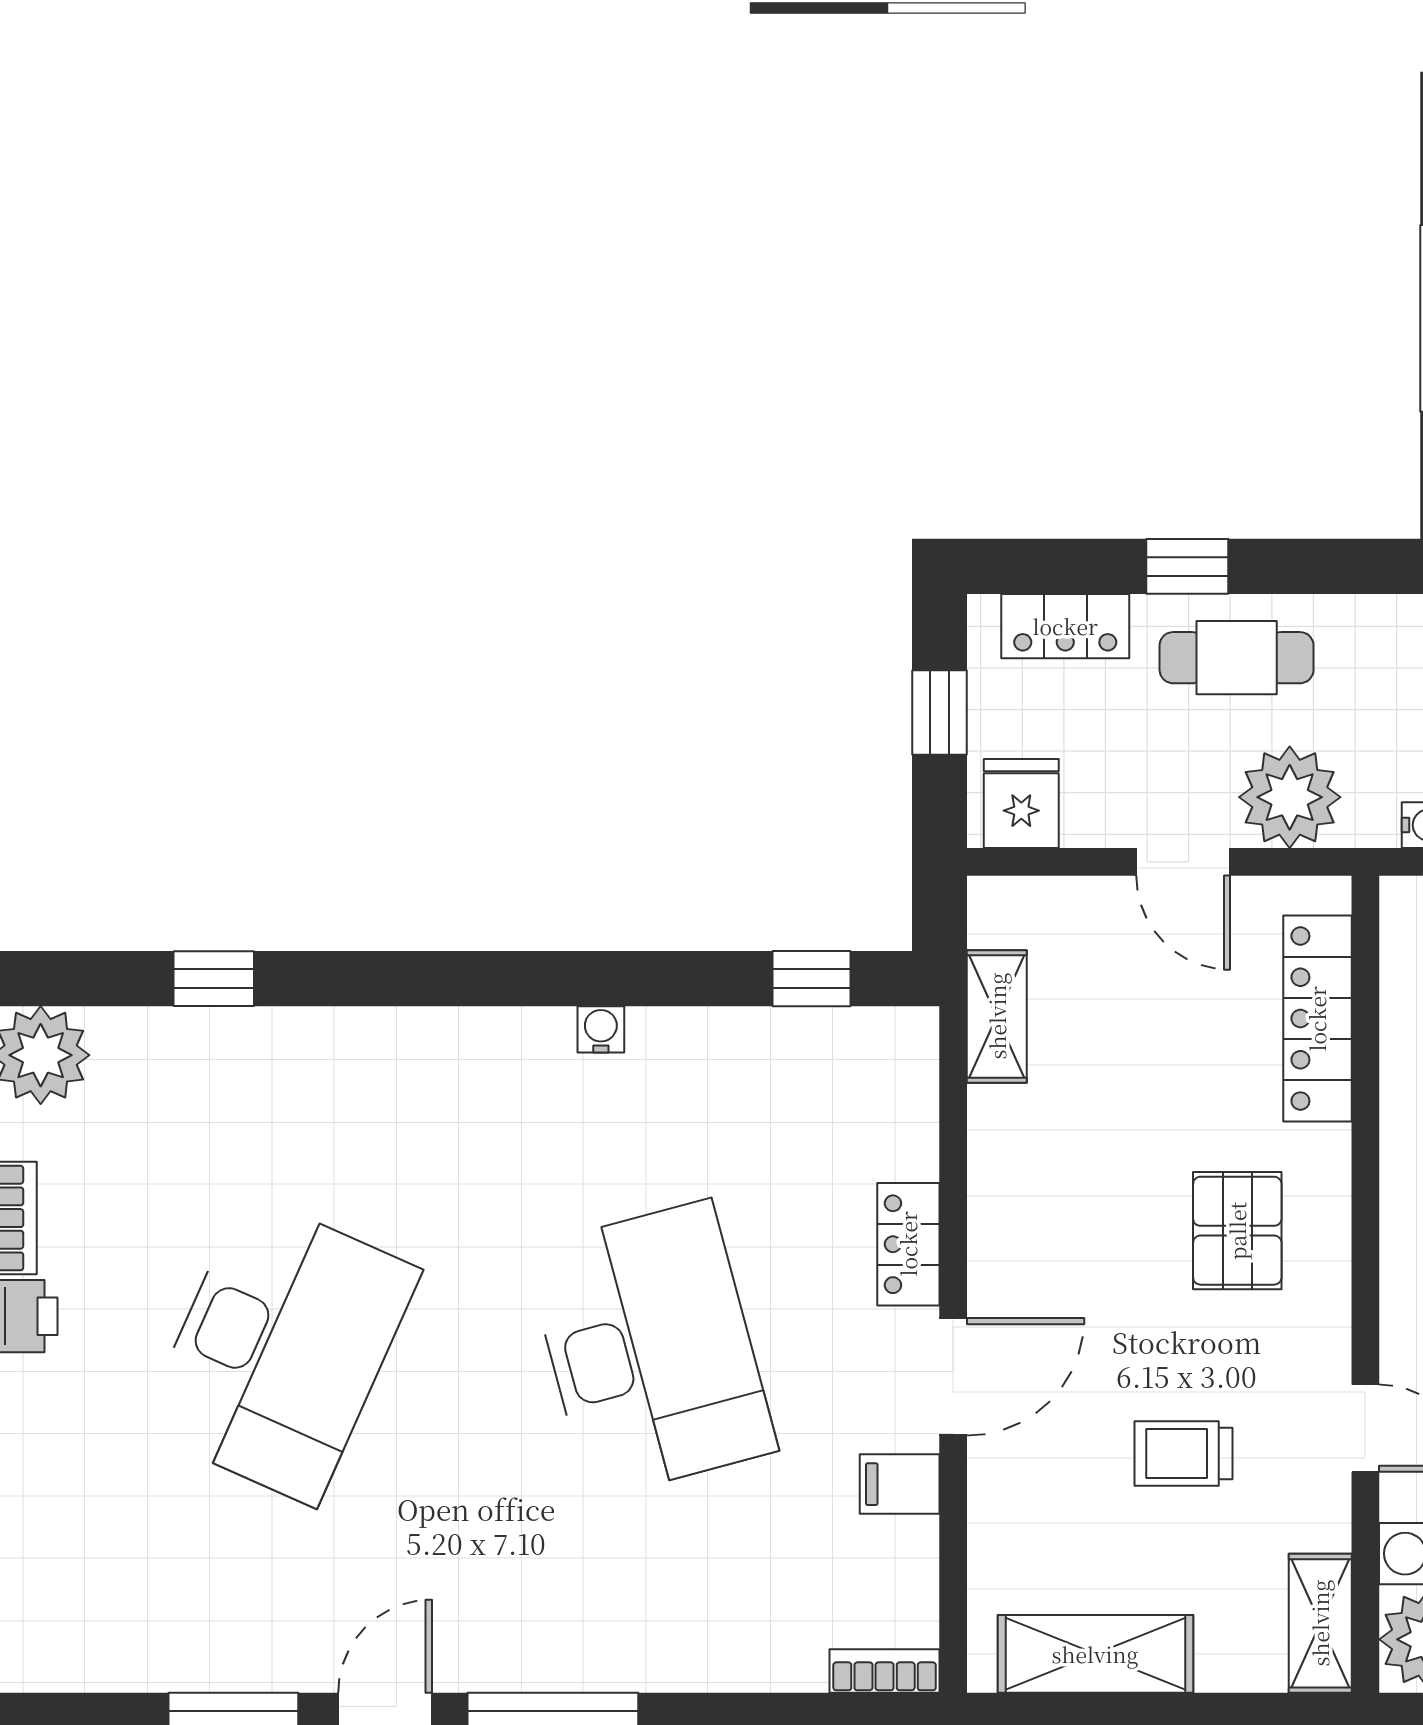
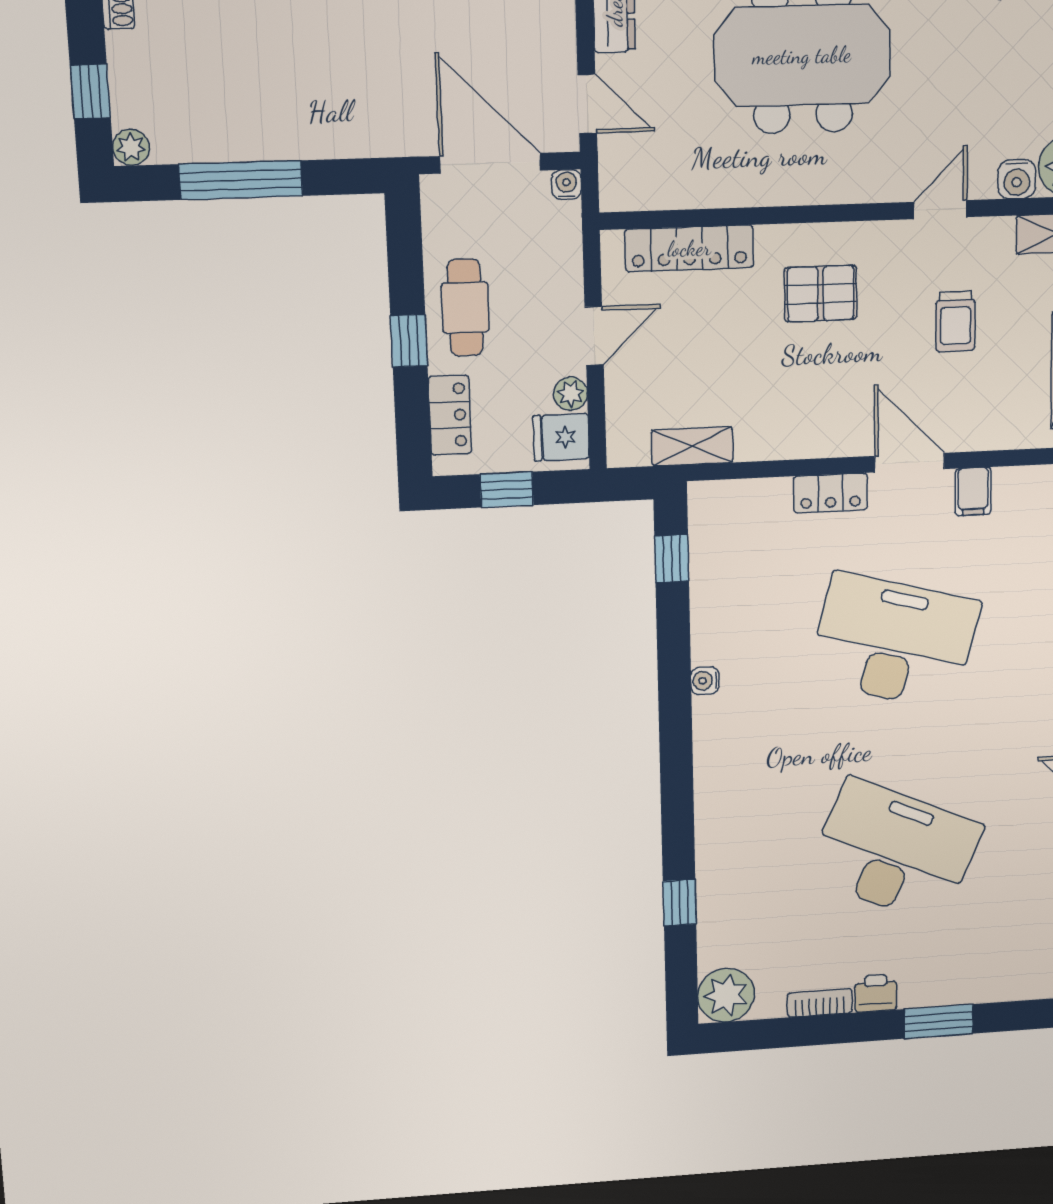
plant: (1290, 797) -> (571, 394), moved, width x0.53, depth x0.53
desk: (651, 1350) -> (894, 641), turned 30

